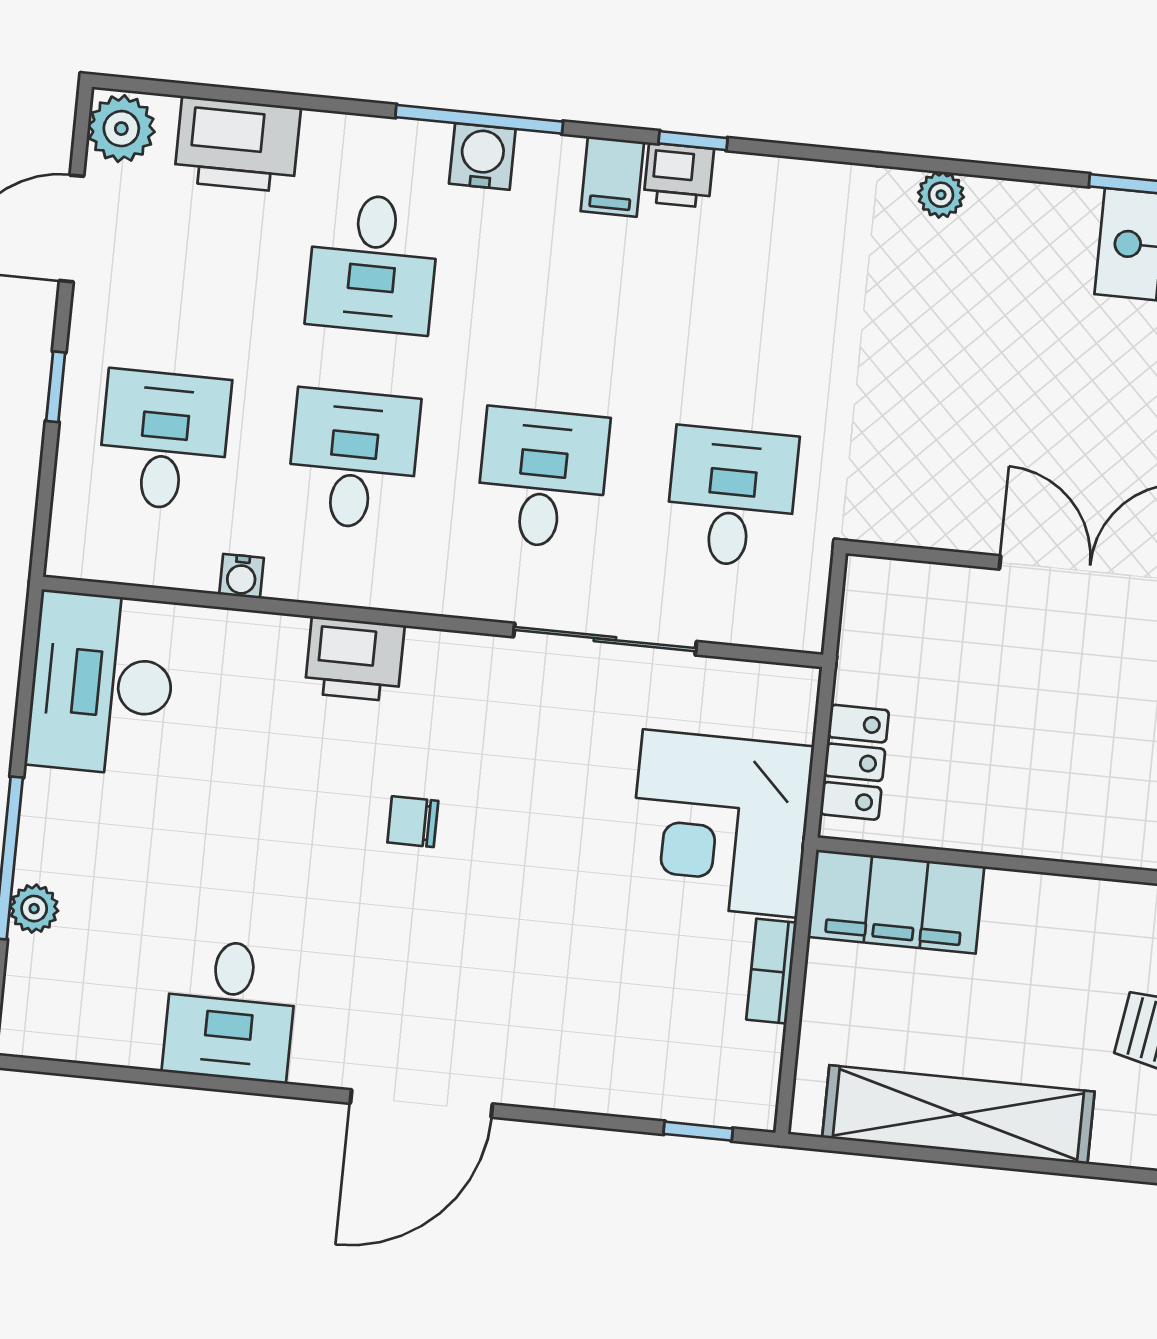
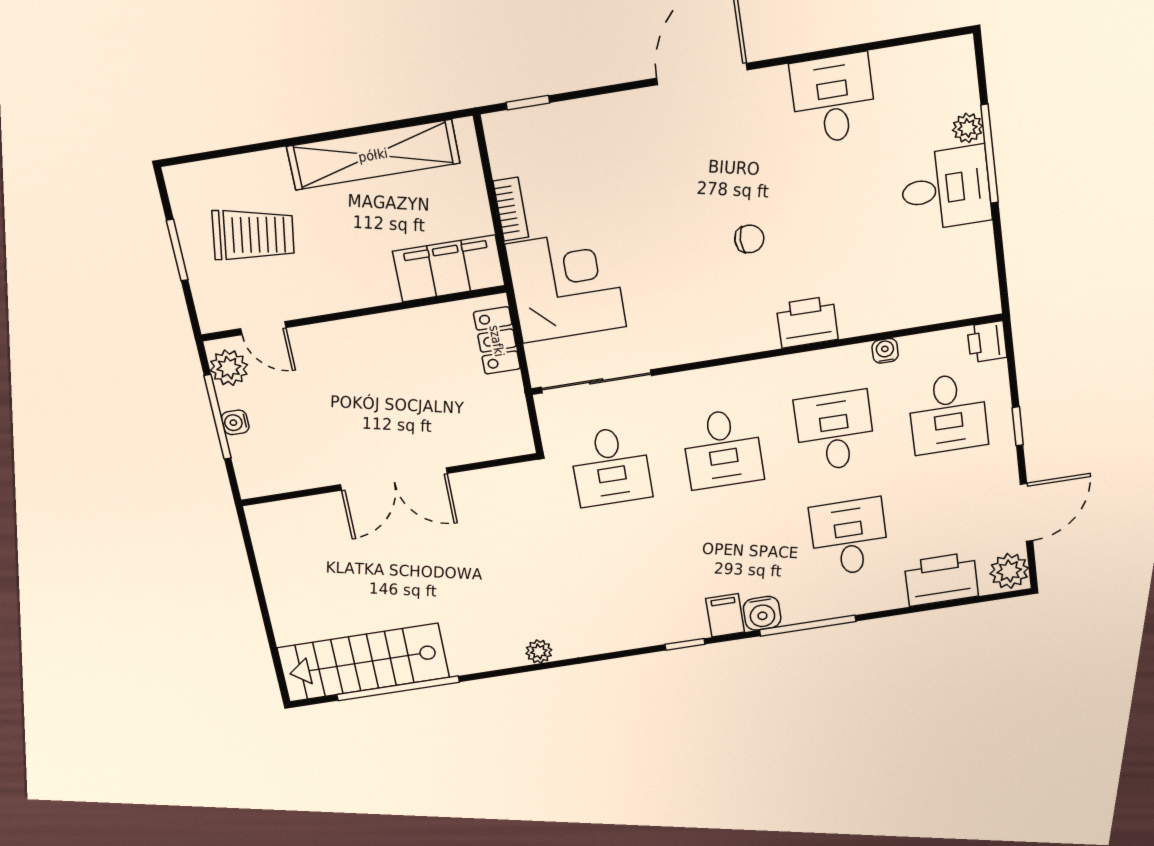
water cooler: (482, 156) -> (762, 613), moved
printer: (679, 175) -> (987, 342), moved, turned -90
desk: (353, 459) -> (835, 431), turned 180
sliding door: (605, 639) -> (596, 381), moved
desk: (102, 684) -> (946, 189), moved, width x0.73

